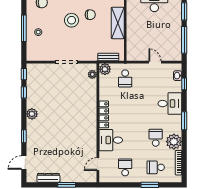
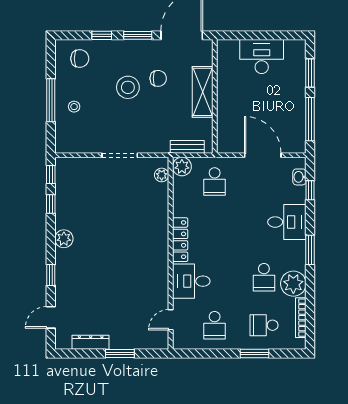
door: (155, 62) -> (263, 155), width x1.88
school desk: (156, 138) -> (264, 277), turned 180
school desk: (125, 167) -> (215, 325), turned 180

